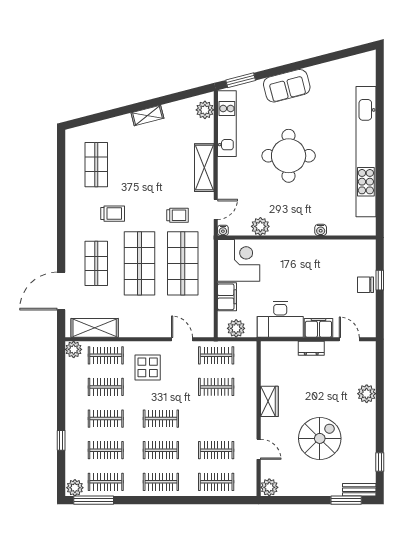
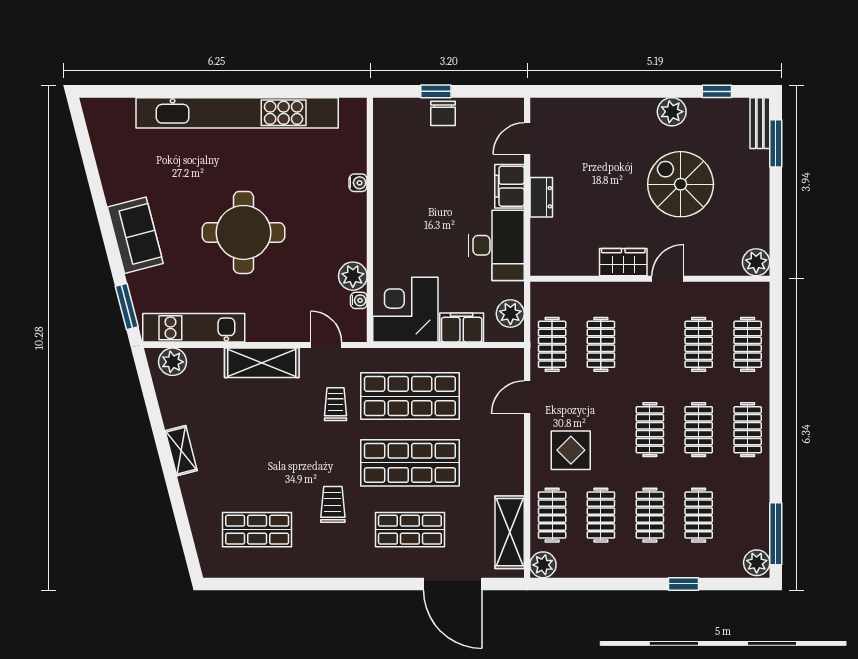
water cooler: (223, 230) -> (359, 300), moved
plant: (367, 394) -> (672, 112), moved
door: (259, 449) -> (668, 279), moved
clothes rail: (106, 482) -> (748, 515), removed

